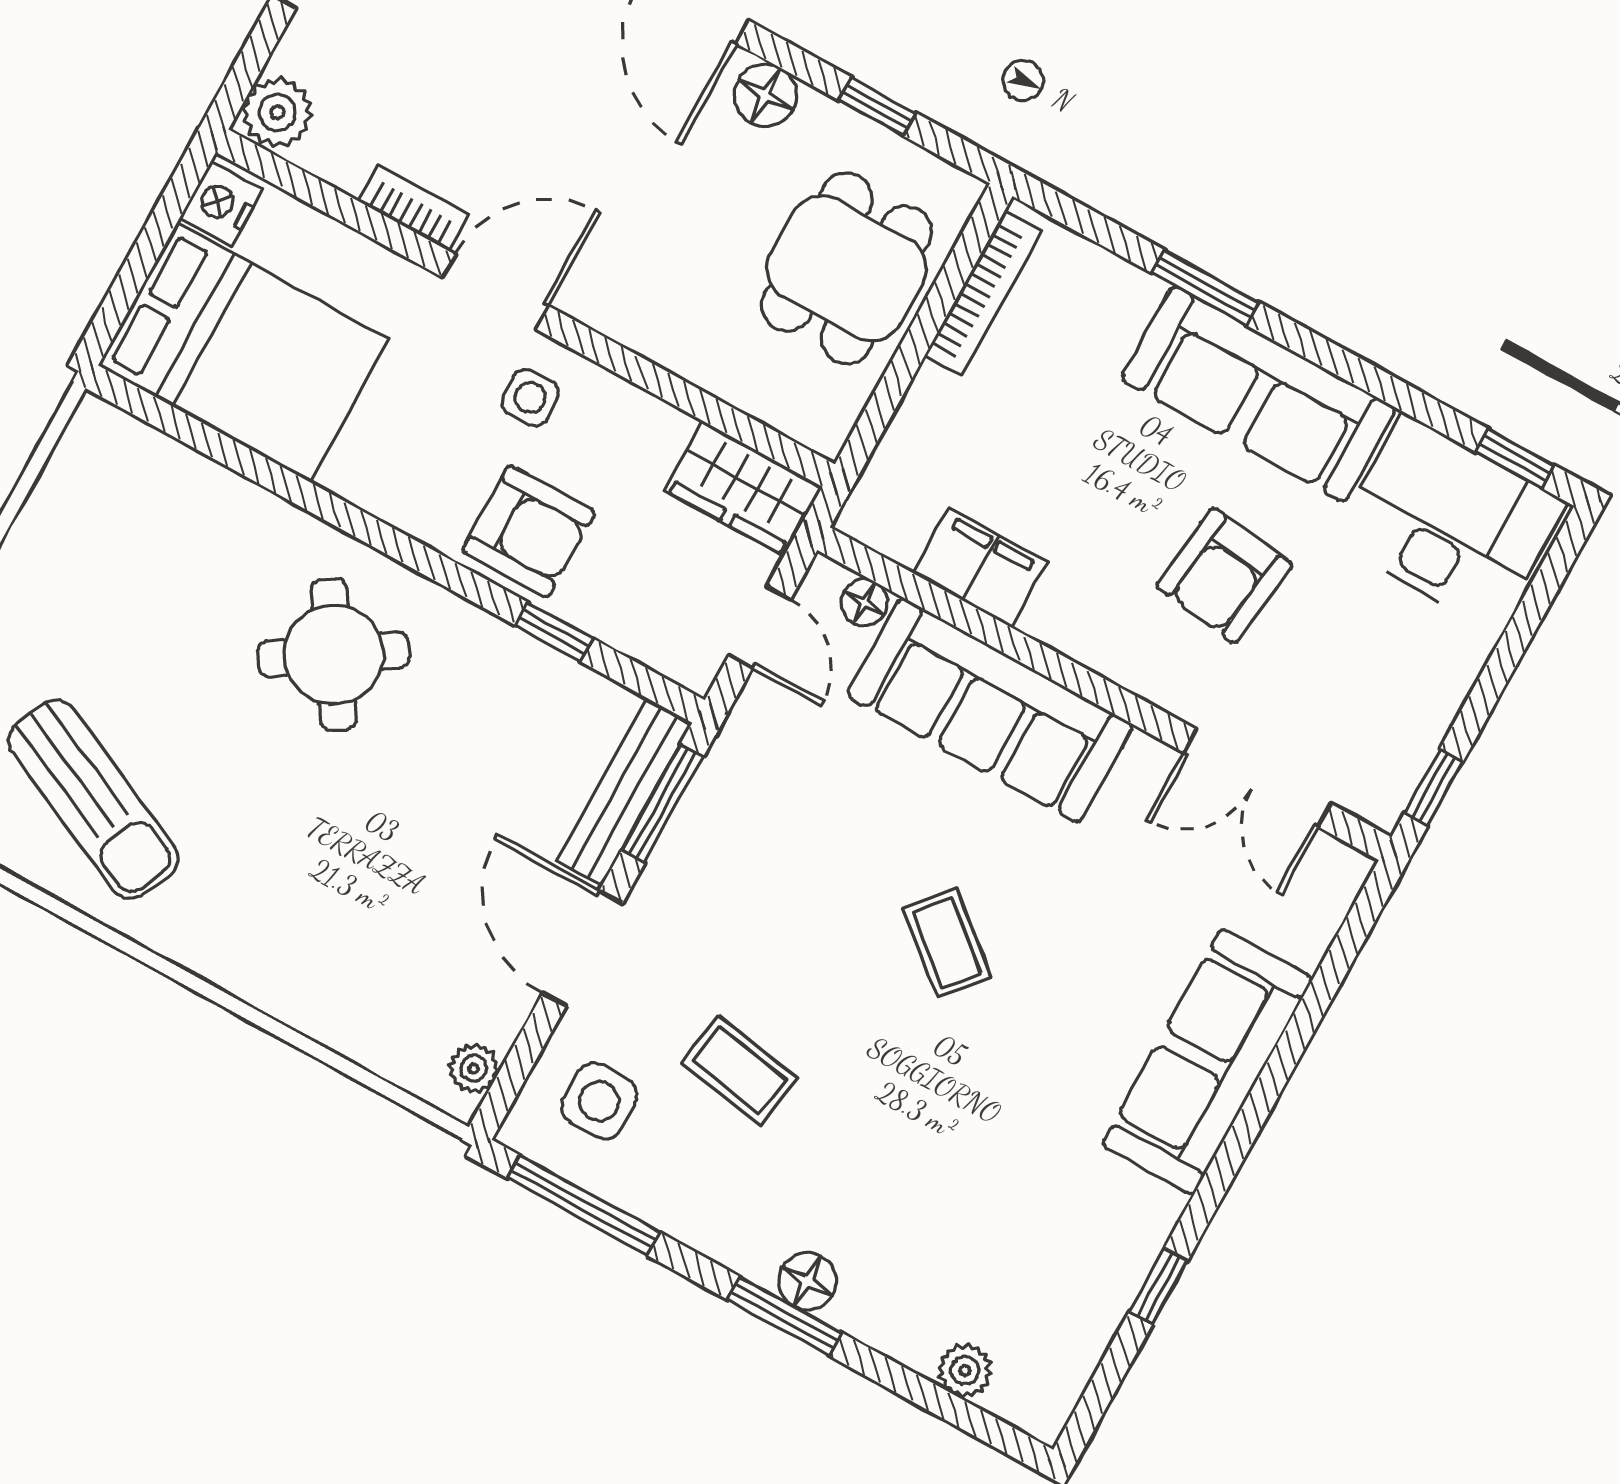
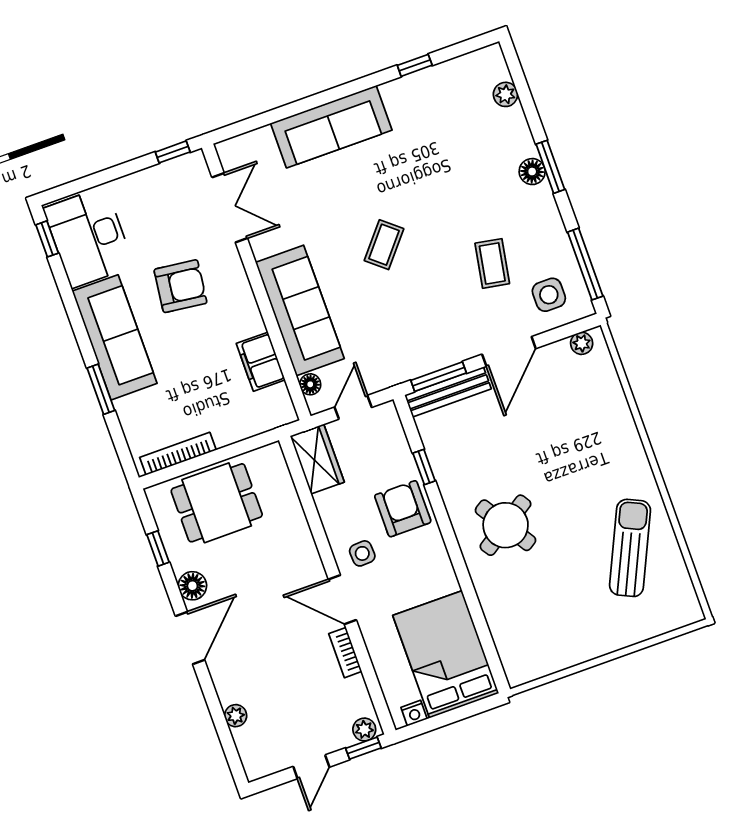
window: (243, 76) -> (363, 748), added
plant: (277, 112) -> (364, 730), width x0.73, depth x0.73
nightstand: (221, 204) -> (414, 713), width x0.72, depth x0.74

